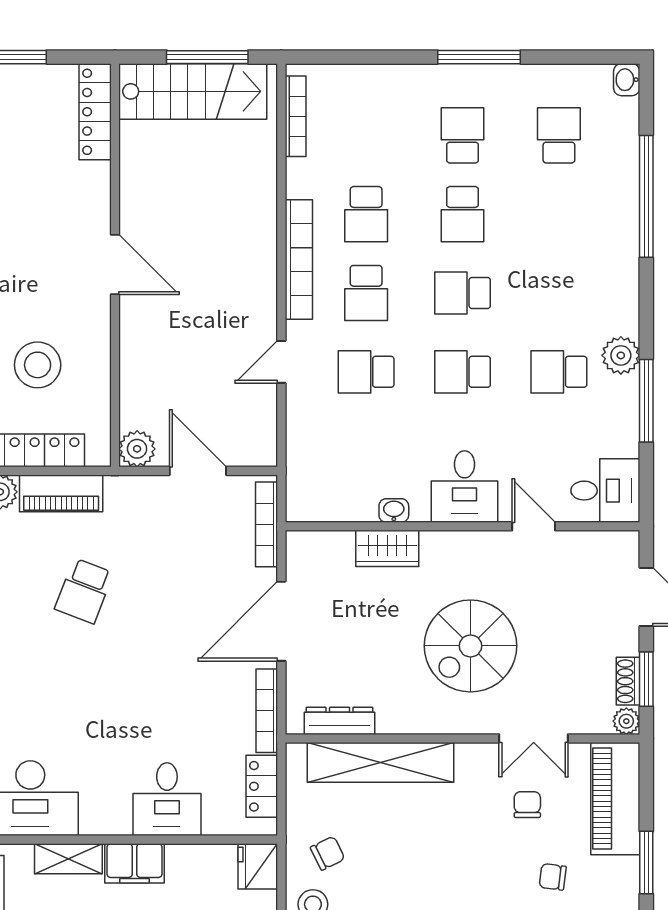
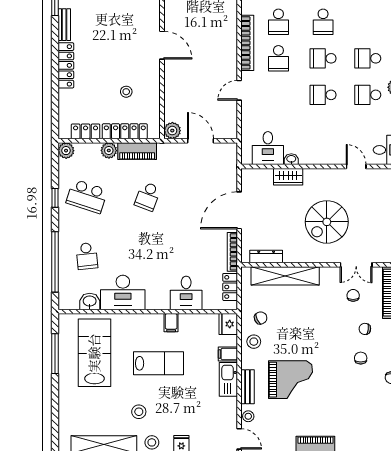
stool: (38, 365) -> (126, 92), width x0.53, depth x0.53
school desk: (366, 372) -> (368, 58), moved
desk: (465, 487) -> (268, 148), moved
bookcase: (267, 524) -> (232, 166), removed
shelving: (68, 859) -> (140, 320), removed
filing cabinet: (134, 863) -> (171, 323), width x0.50

